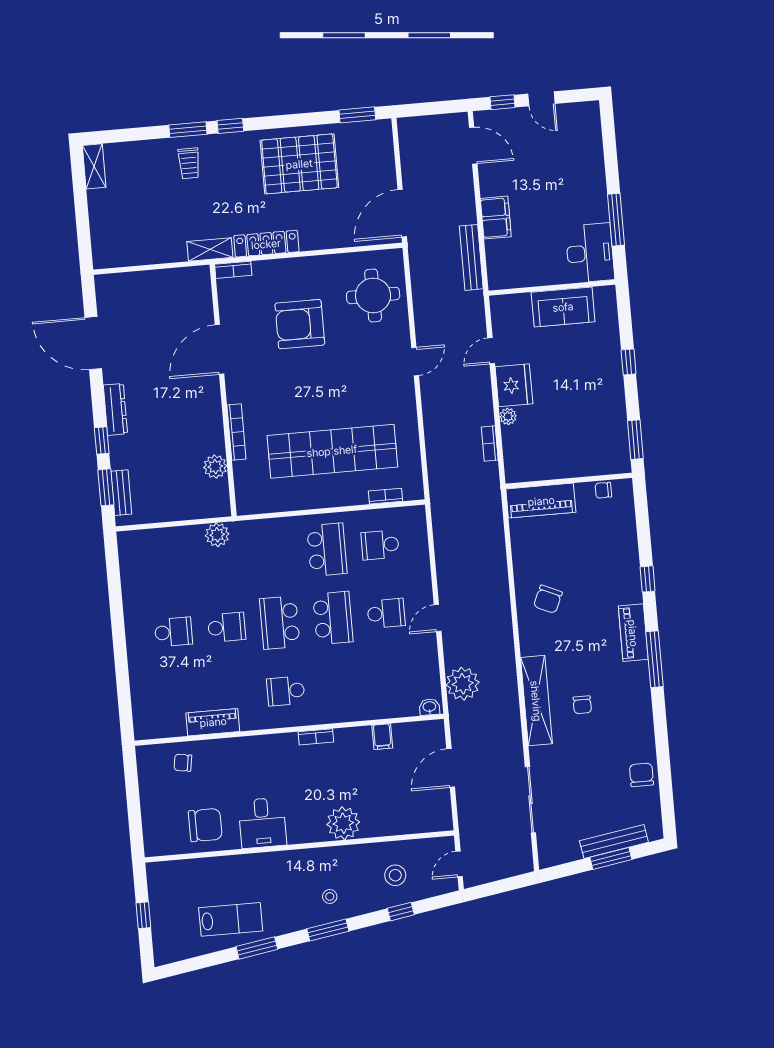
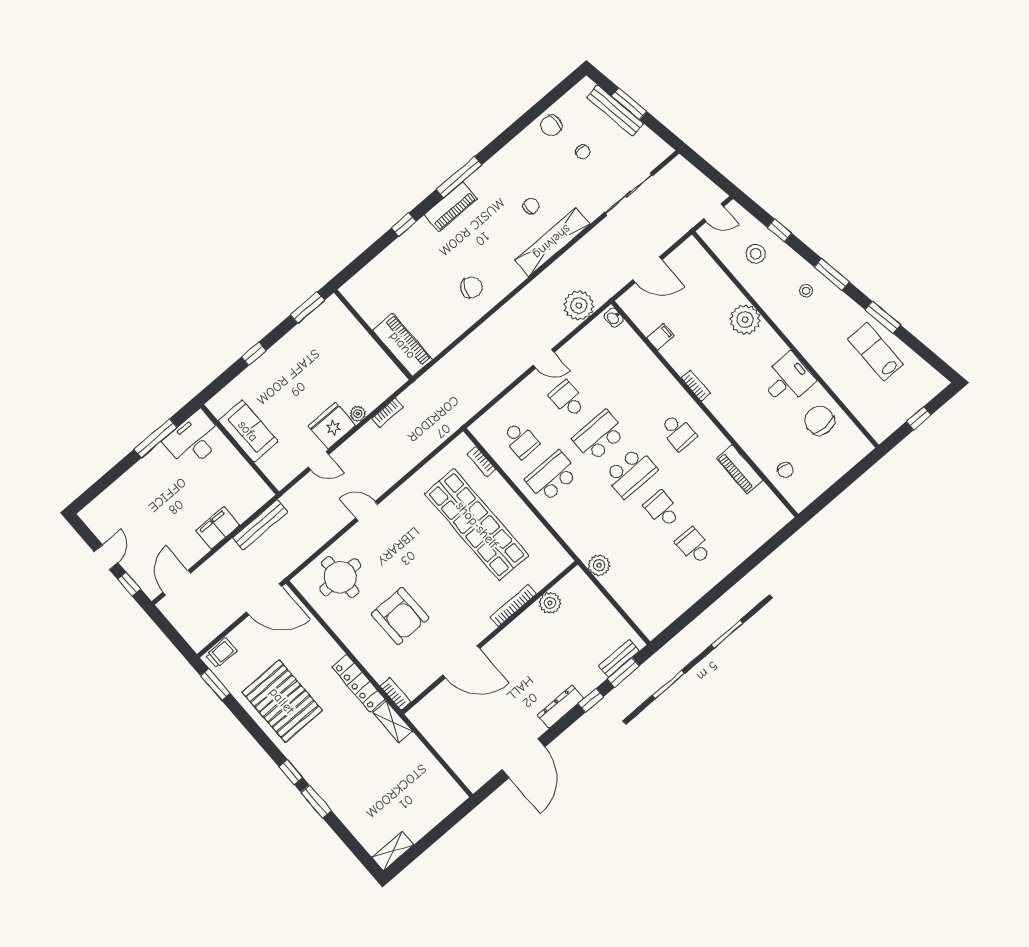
trolley: (189, 163) -> (221, 653), moved
chair: (603, 490) -> (583, 152), moved

